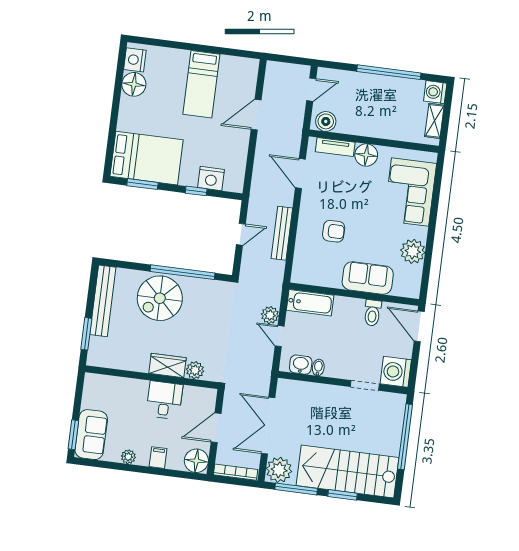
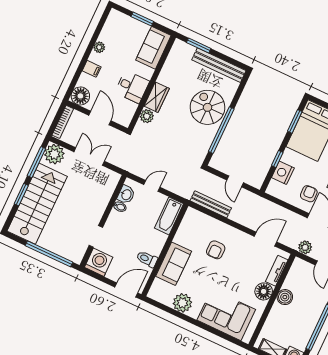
boiler: (326, 121) -> (285, 297), moved
armchair: (227, 138) -> (309, 194), added
bench: (282, 233) -> (211, 204), moved
plant: (270, 315) -> (305, 247), moved
double door: (268, 426) -> (89, 157), width x0.73
window: (73, 435) -> (142, 19), moved
sofa: (91, 435) -> (153, 48), moved, turned 90

